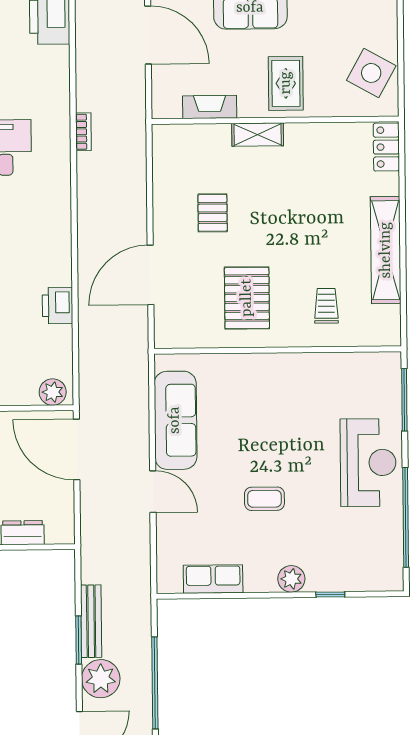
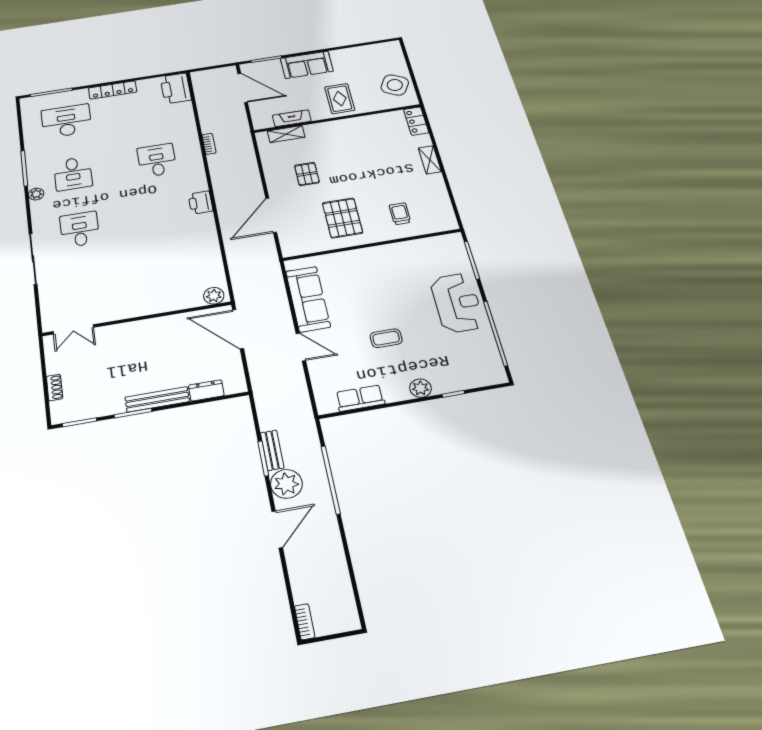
shelving: (258, 135) -> (286, 134), moved
shelving: (386, 250) -> (430, 160), width x0.45, depth x0.75
printer: (57, 306) -> (201, 203), moved
bench: (91, 621) -> (272, 450), width x0.73

